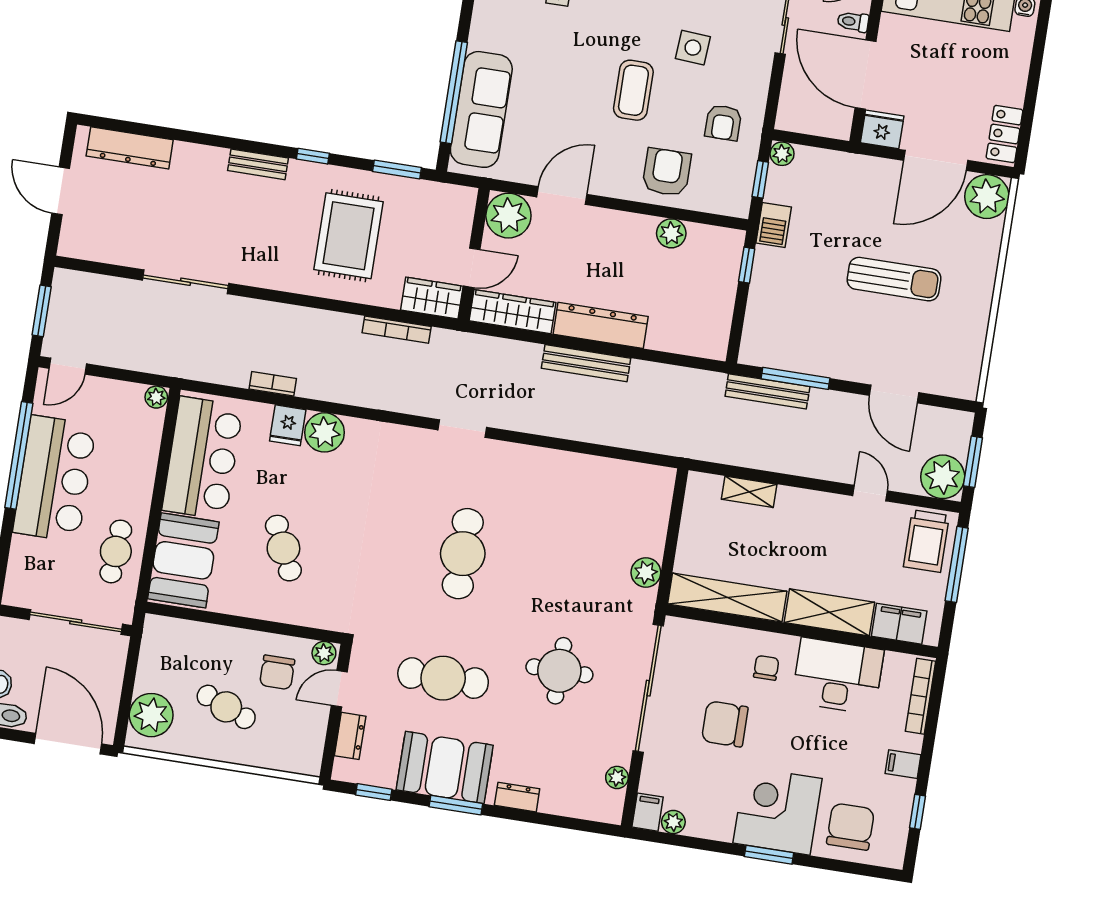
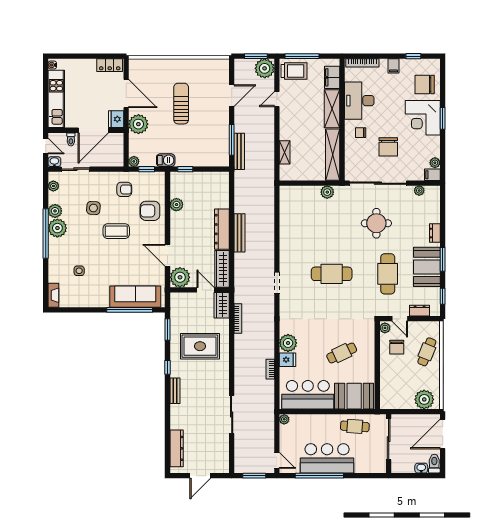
plant: (987, 197) -> (138, 124), moved
chair: (277, 672) -> (397, 347), turned 90
cafe table: (226, 707) -> (427, 352), moved

